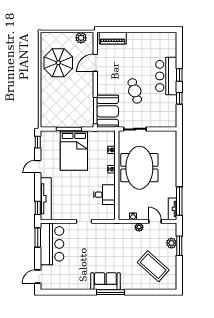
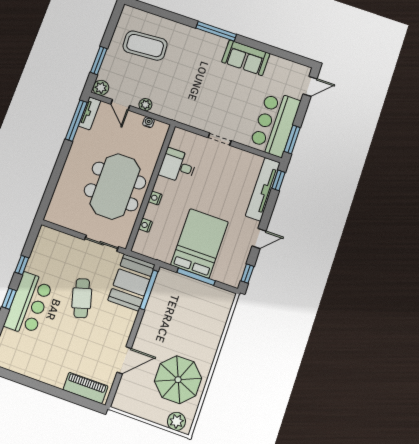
plant: (81, 38) -> (176, 421), moved
plant: (171, 243) -> (101, 88), moved
coffee table: (153, 266) -> (145, 46), turned -46
sofa: (105, 281) -> (246, 58), moved

